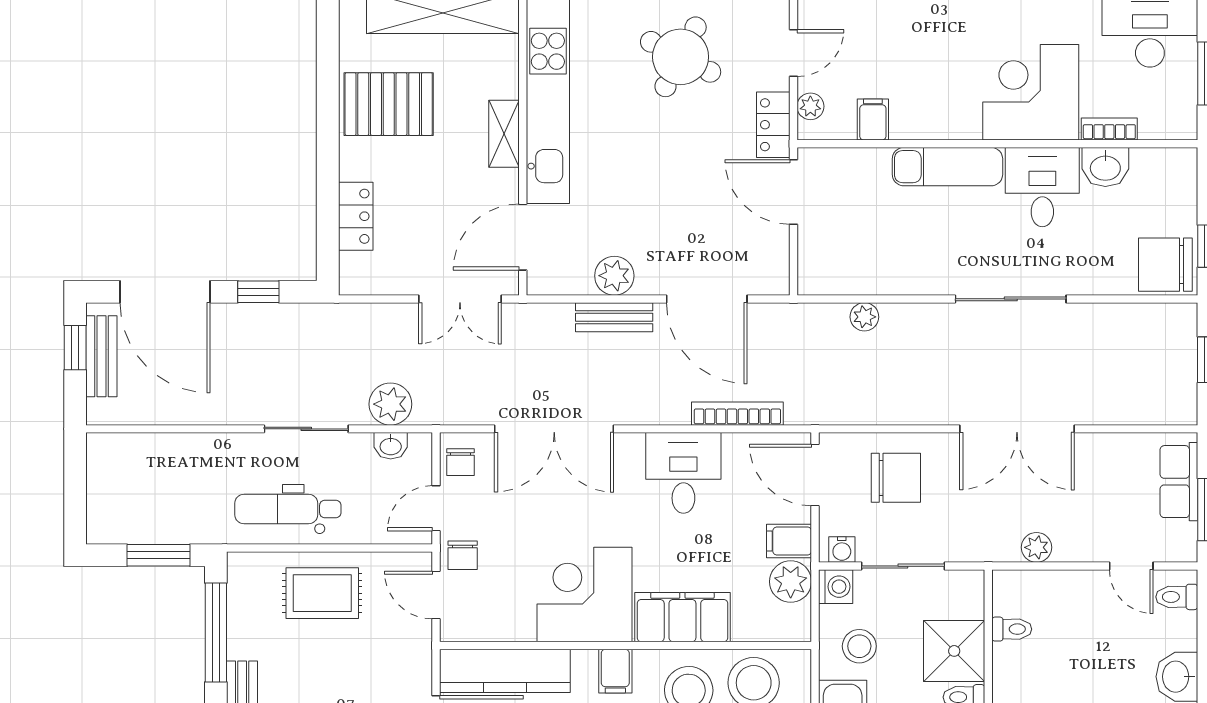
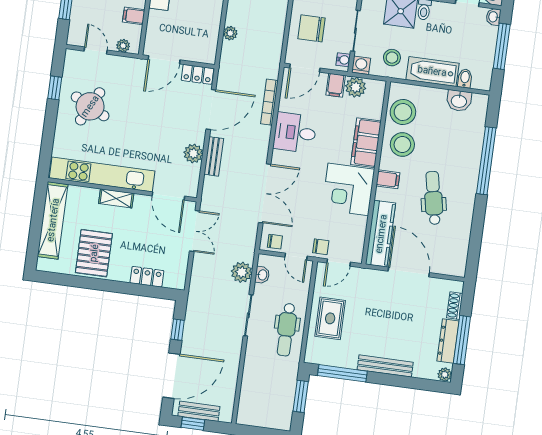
locker: (773, 125) -> (197, 74), moved
chair: (896, 478) -> (312, 28), turned -90

